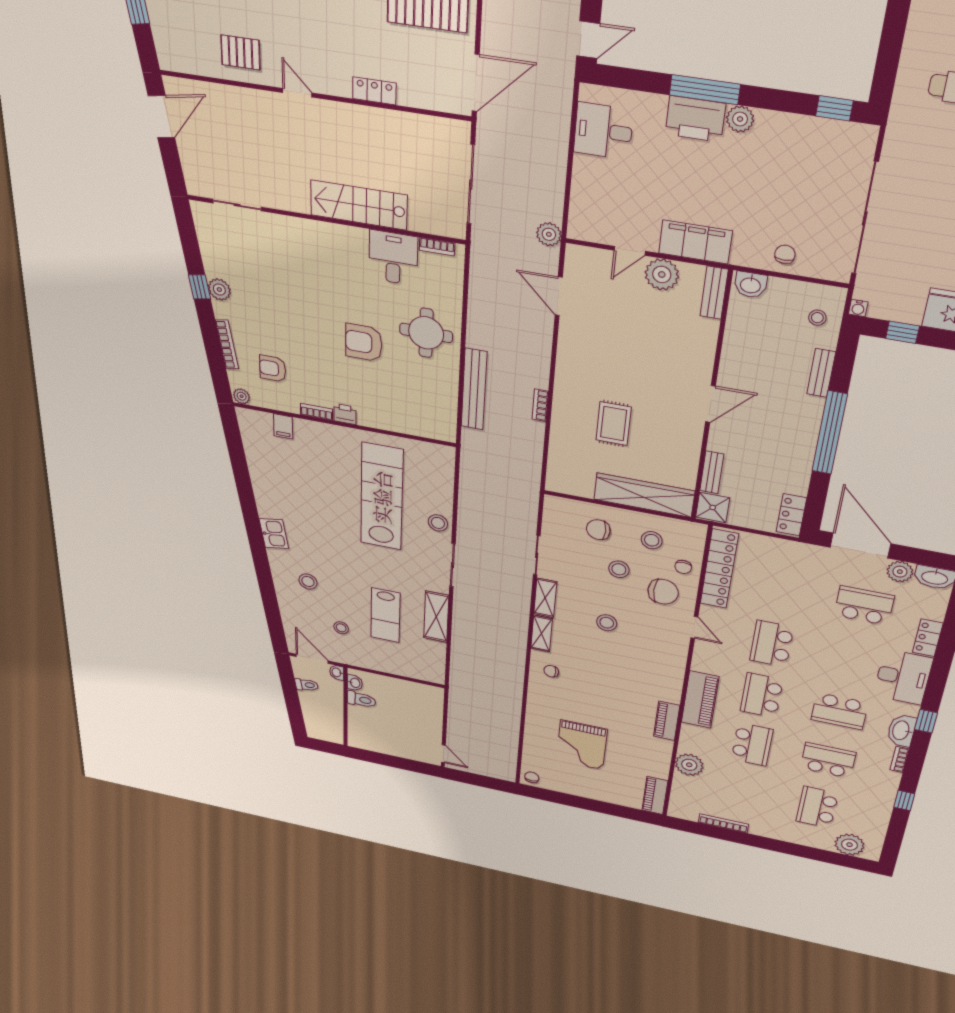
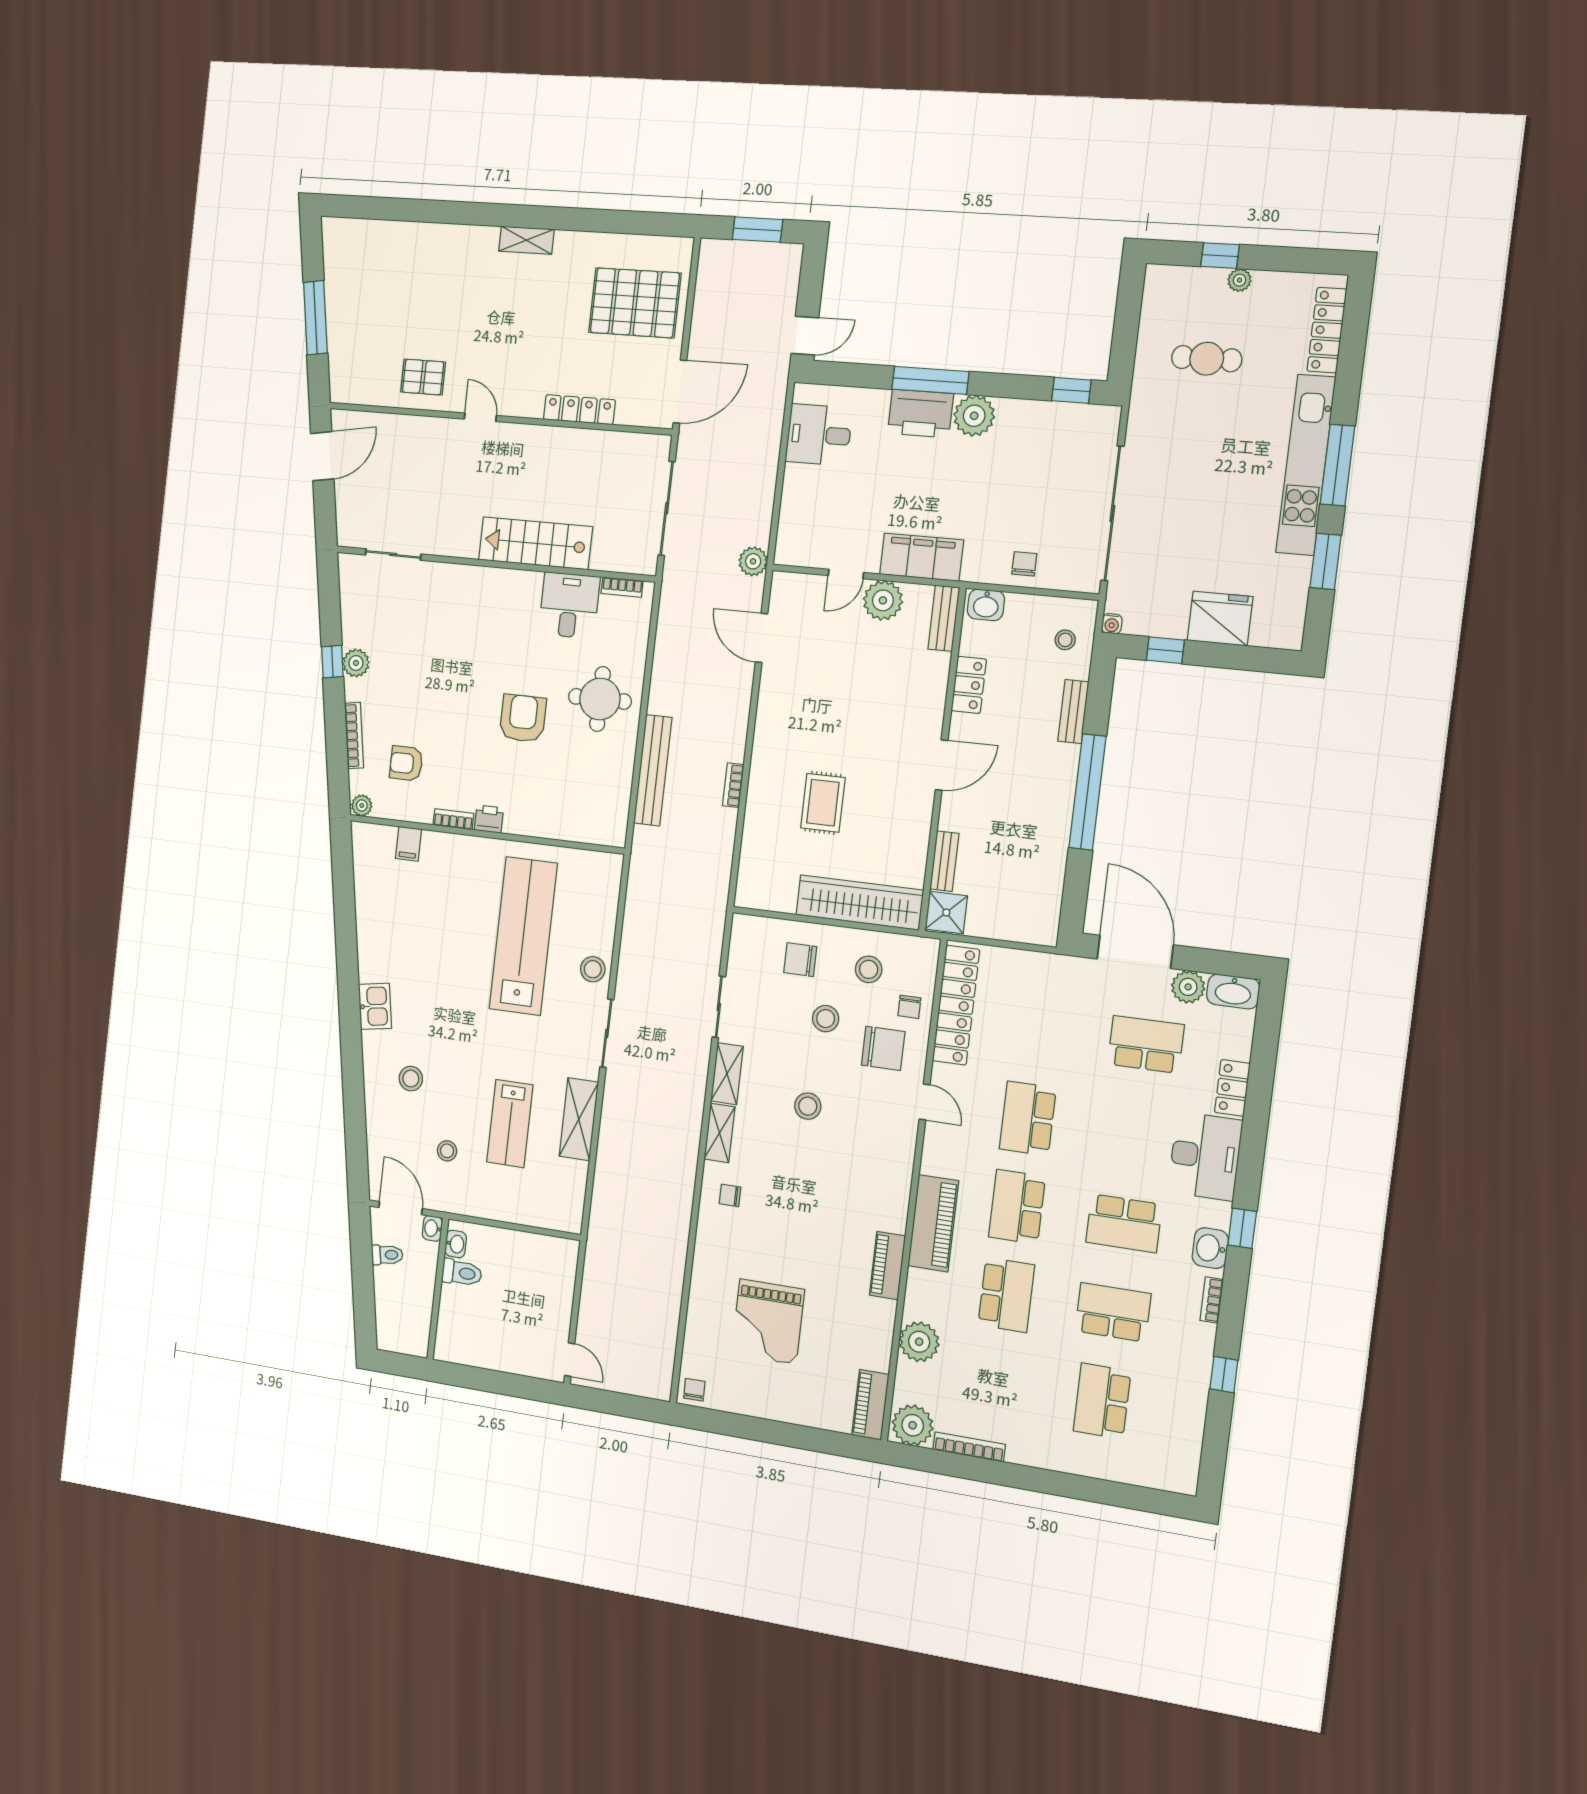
locker: (374, 91) -> (579, 410), width x1.53
plant: (740, 119) -> (974, 416), width x1.36, depth x1.36
armchair: (364, 343) -> (523, 718), turned 90
locker: (791, 515) -> (969, 685), moved, turned 180
washbasin: (901, 730) -> (1210, 1248), width x0.72
plant: (849, 845) -> (913, 1425), moved

